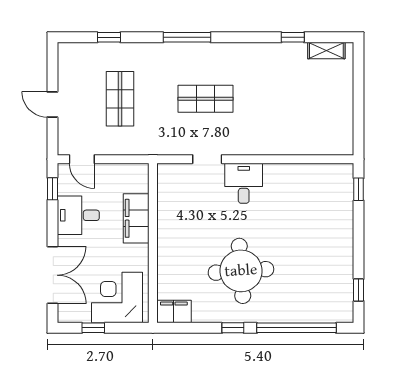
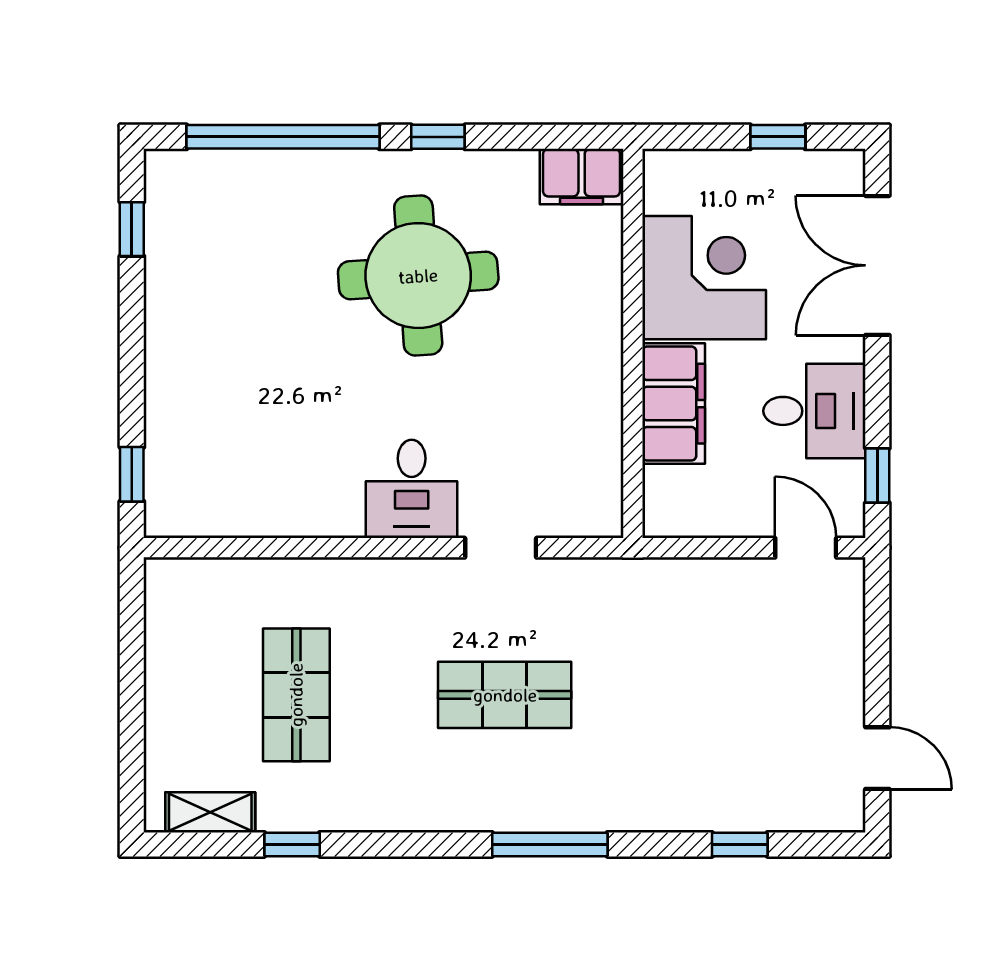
shop shelf: (120, 99) -> (296, 695), moved
door: (52, 105) -> (877, 758), moved
corner desk: (117, 298) -> (704, 278), moved, turned -90

